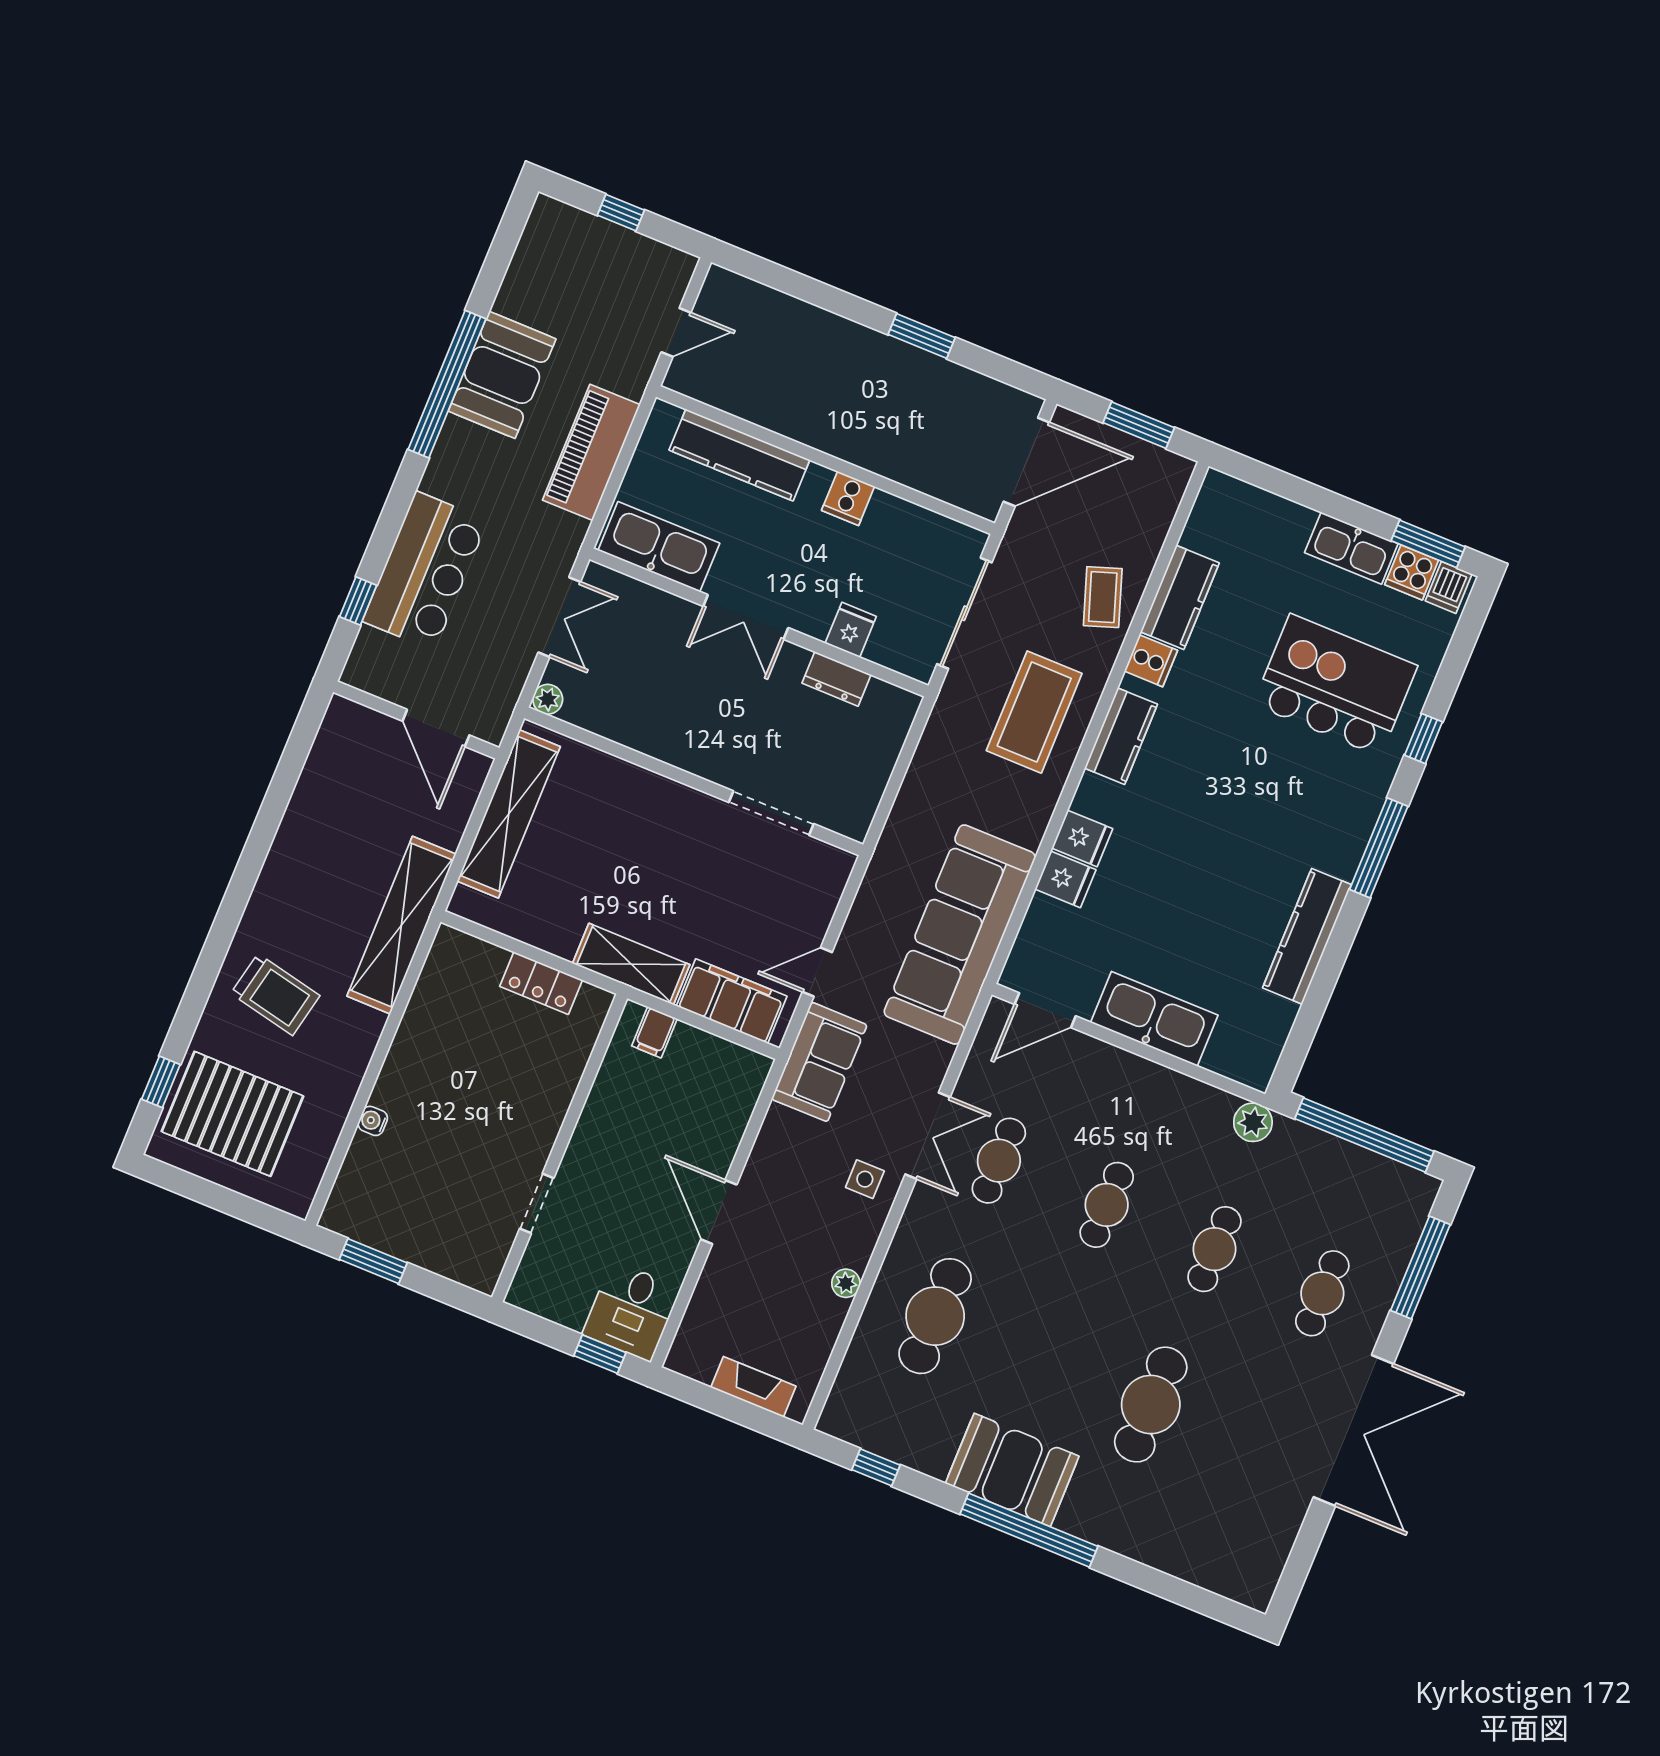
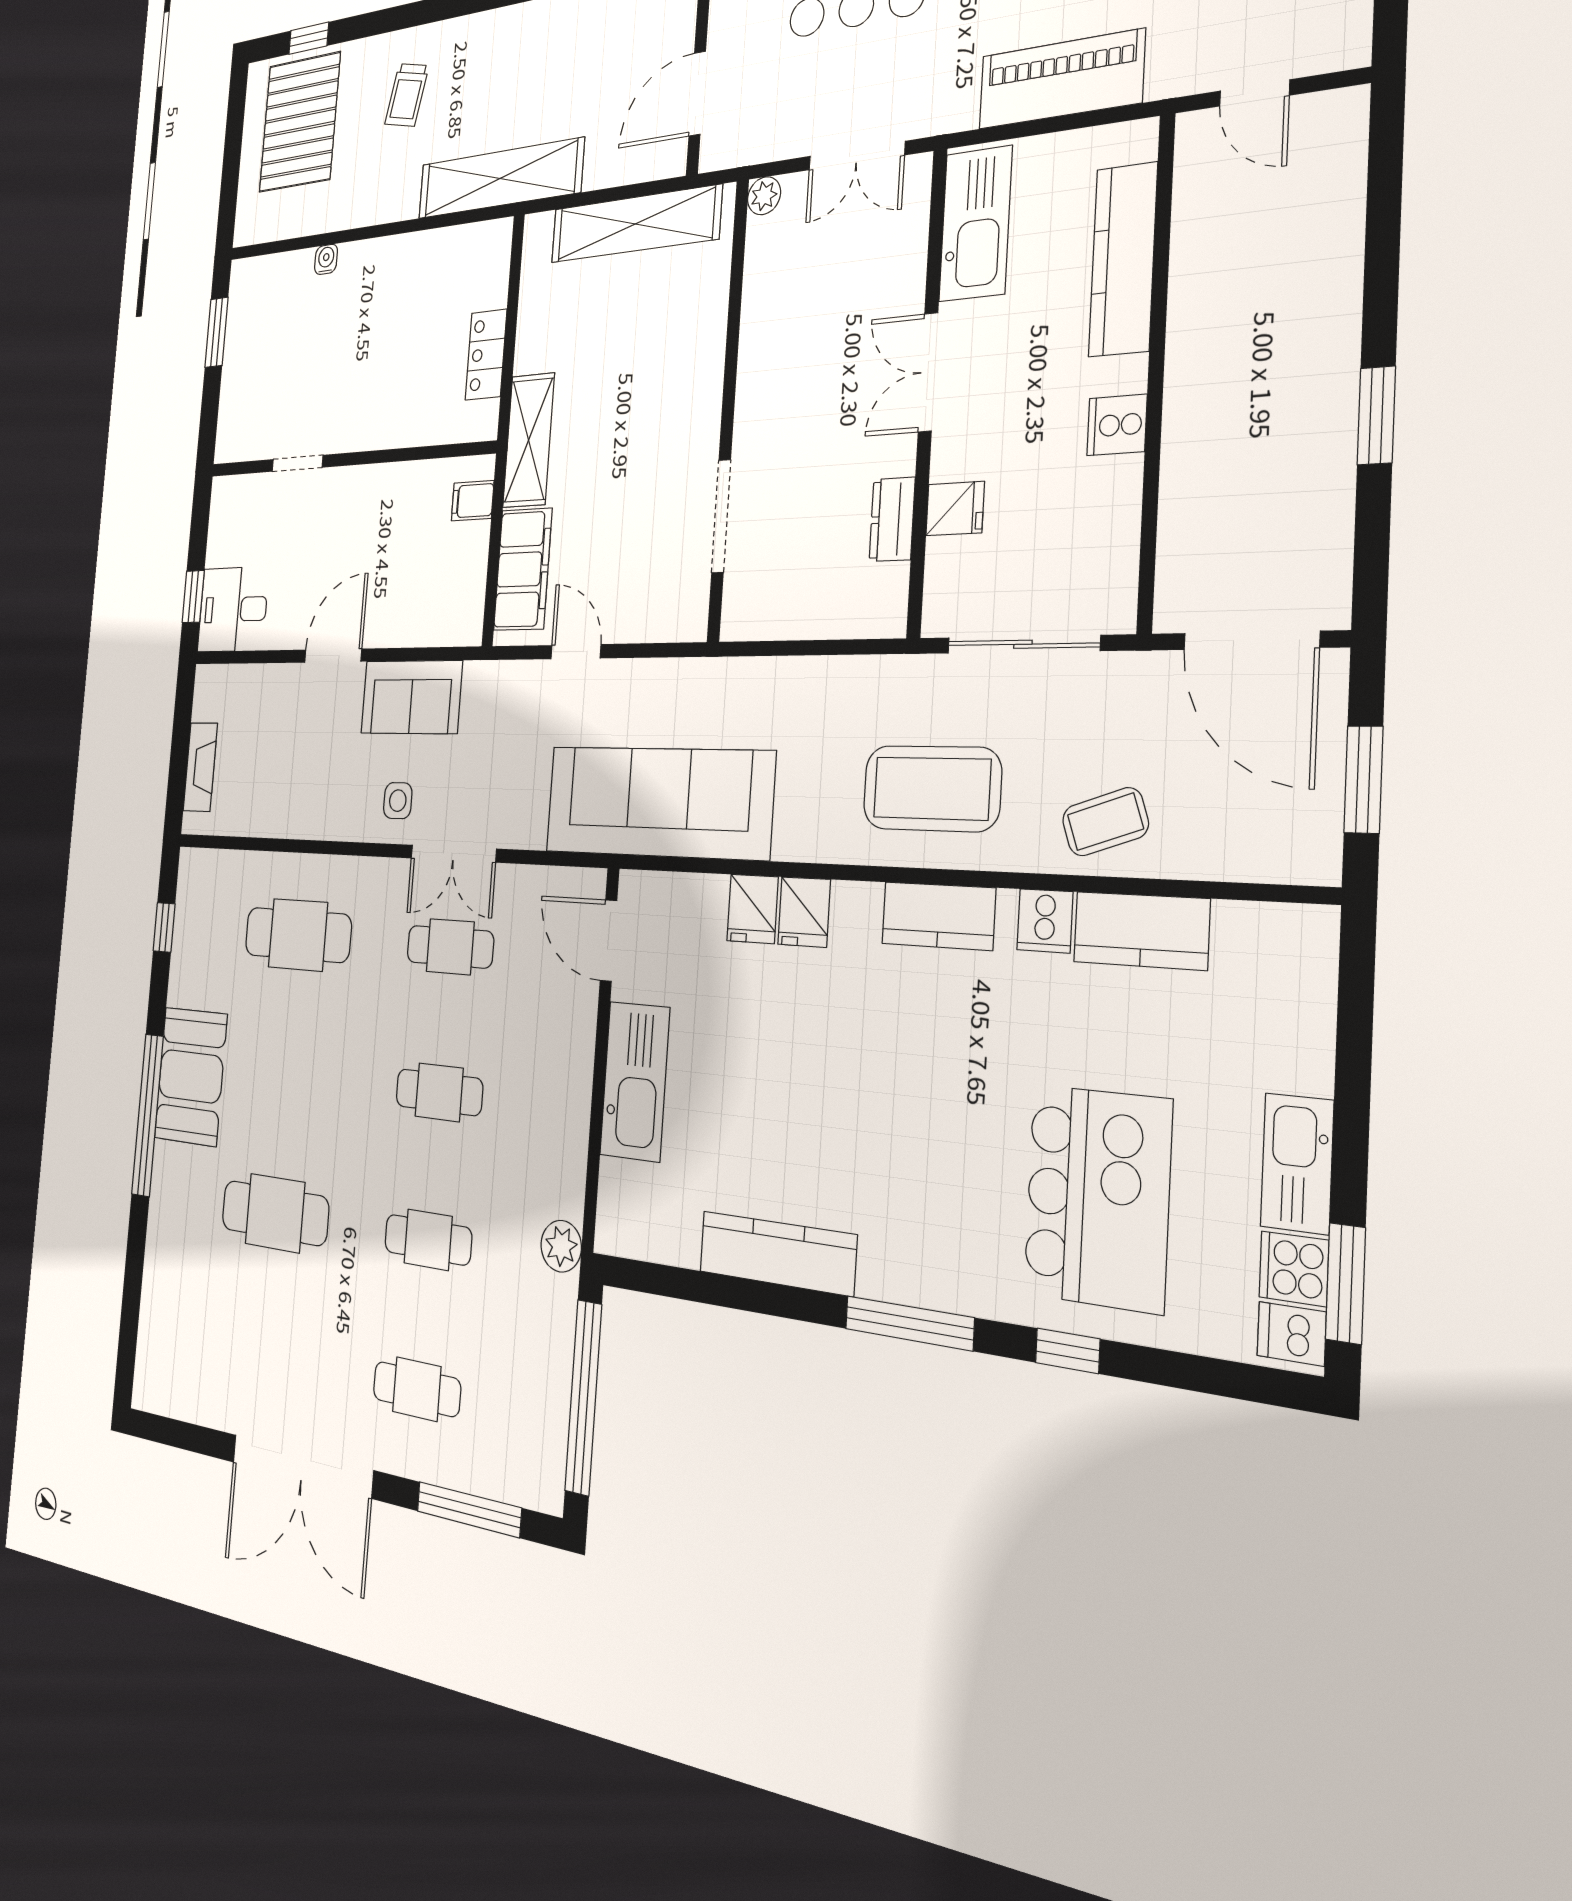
trolley: (275, 995) -> (407, 95), width x0.73, depth x0.72
sofa: (819, 1062) -> (411, 697), moved
plant: (846, 1283) -> (304, 823), removed

